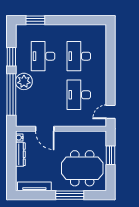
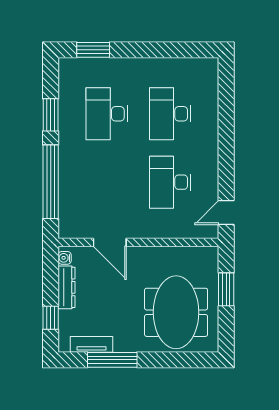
plant: (24, 81) -> (73, 159), removed
meeting table: (82, 168) -> (176, 312), turned 90
window: (11, 171) -> (51, 318), added
tv unit: (34, 186) -> (91, 344), width x0.71
window: (70, 195) -> (112, 360), moved

